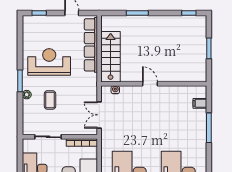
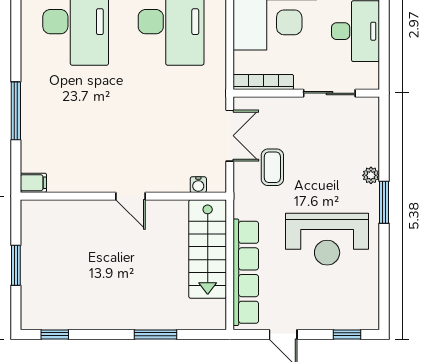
coffee table: (50, 100) -> (272, 167), moved
filing cabinet: (200, 103) -> (33, 183), moved

